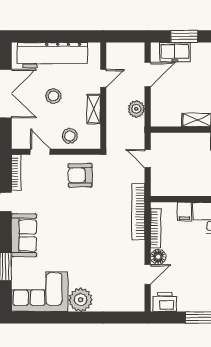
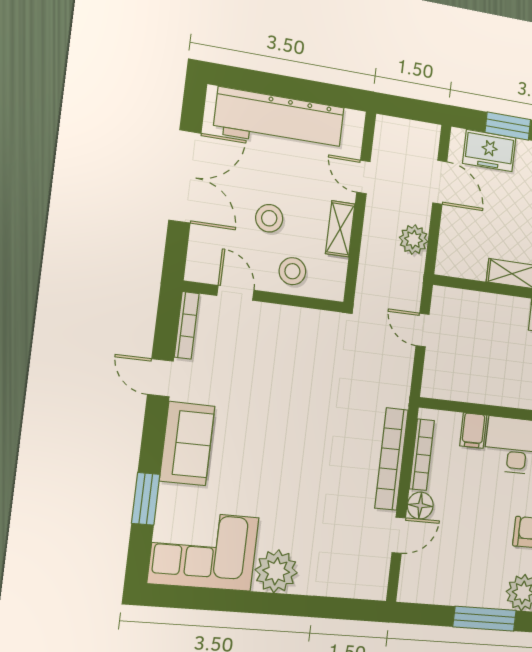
door: (148, 75) -> (440, 182), hinge flipped
door: (103, 78) -> (363, 177), swing flipped
stool: (53, 96) -> (269, 218), moved
armchair: (80, 175) -> (302, 345), removed
bookcase: (138, 212) -> (391, 459), moved
printer: (165, 302) -> (422, 586), removed

